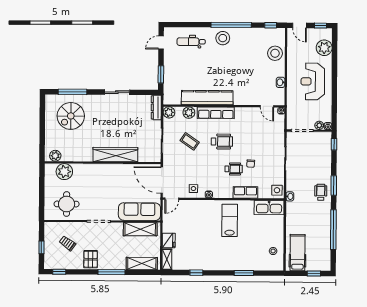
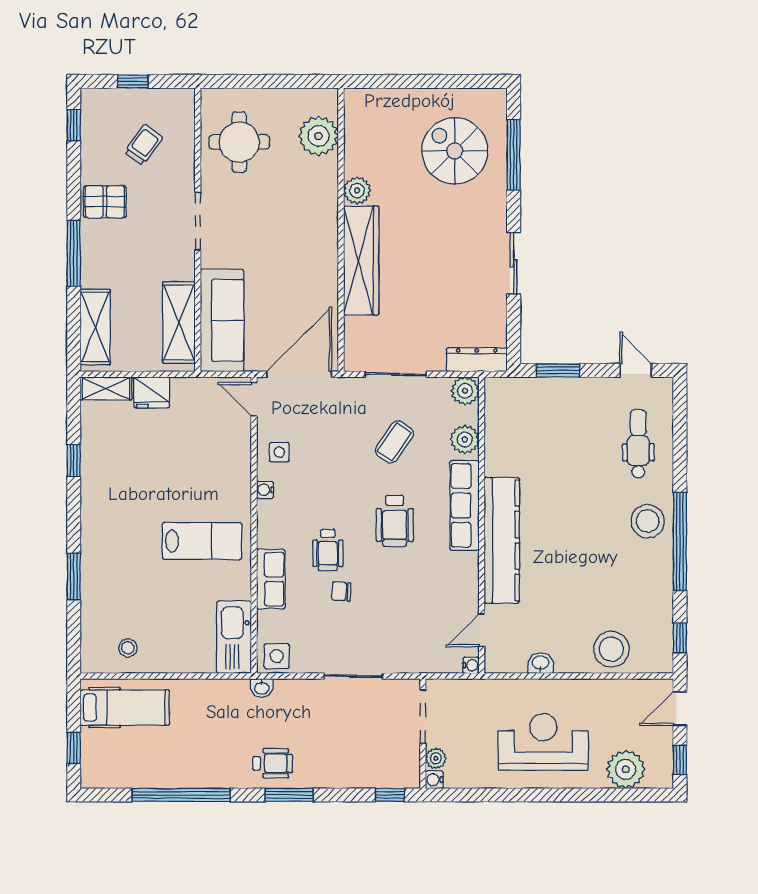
kitchen counter: (207, 98) -> (502, 540), moved
plant: (55, 156) -> (357, 190), moved

